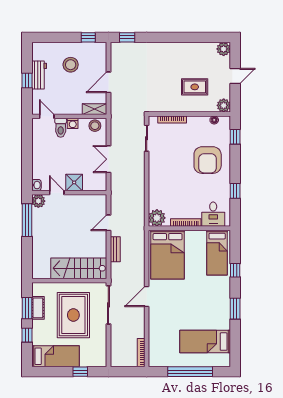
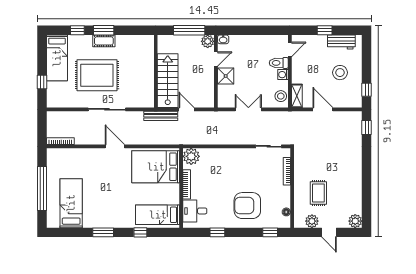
workbench: (39, 75) -> (341, 42), moved
plant: (224, 105) -> (312, 221), moved
bench: (115, 249) -> (161, 116), width x1.36
stairs: (79, 268) -> (168, 81), moved
wall: (69, 281) -> (156, 71), moved

